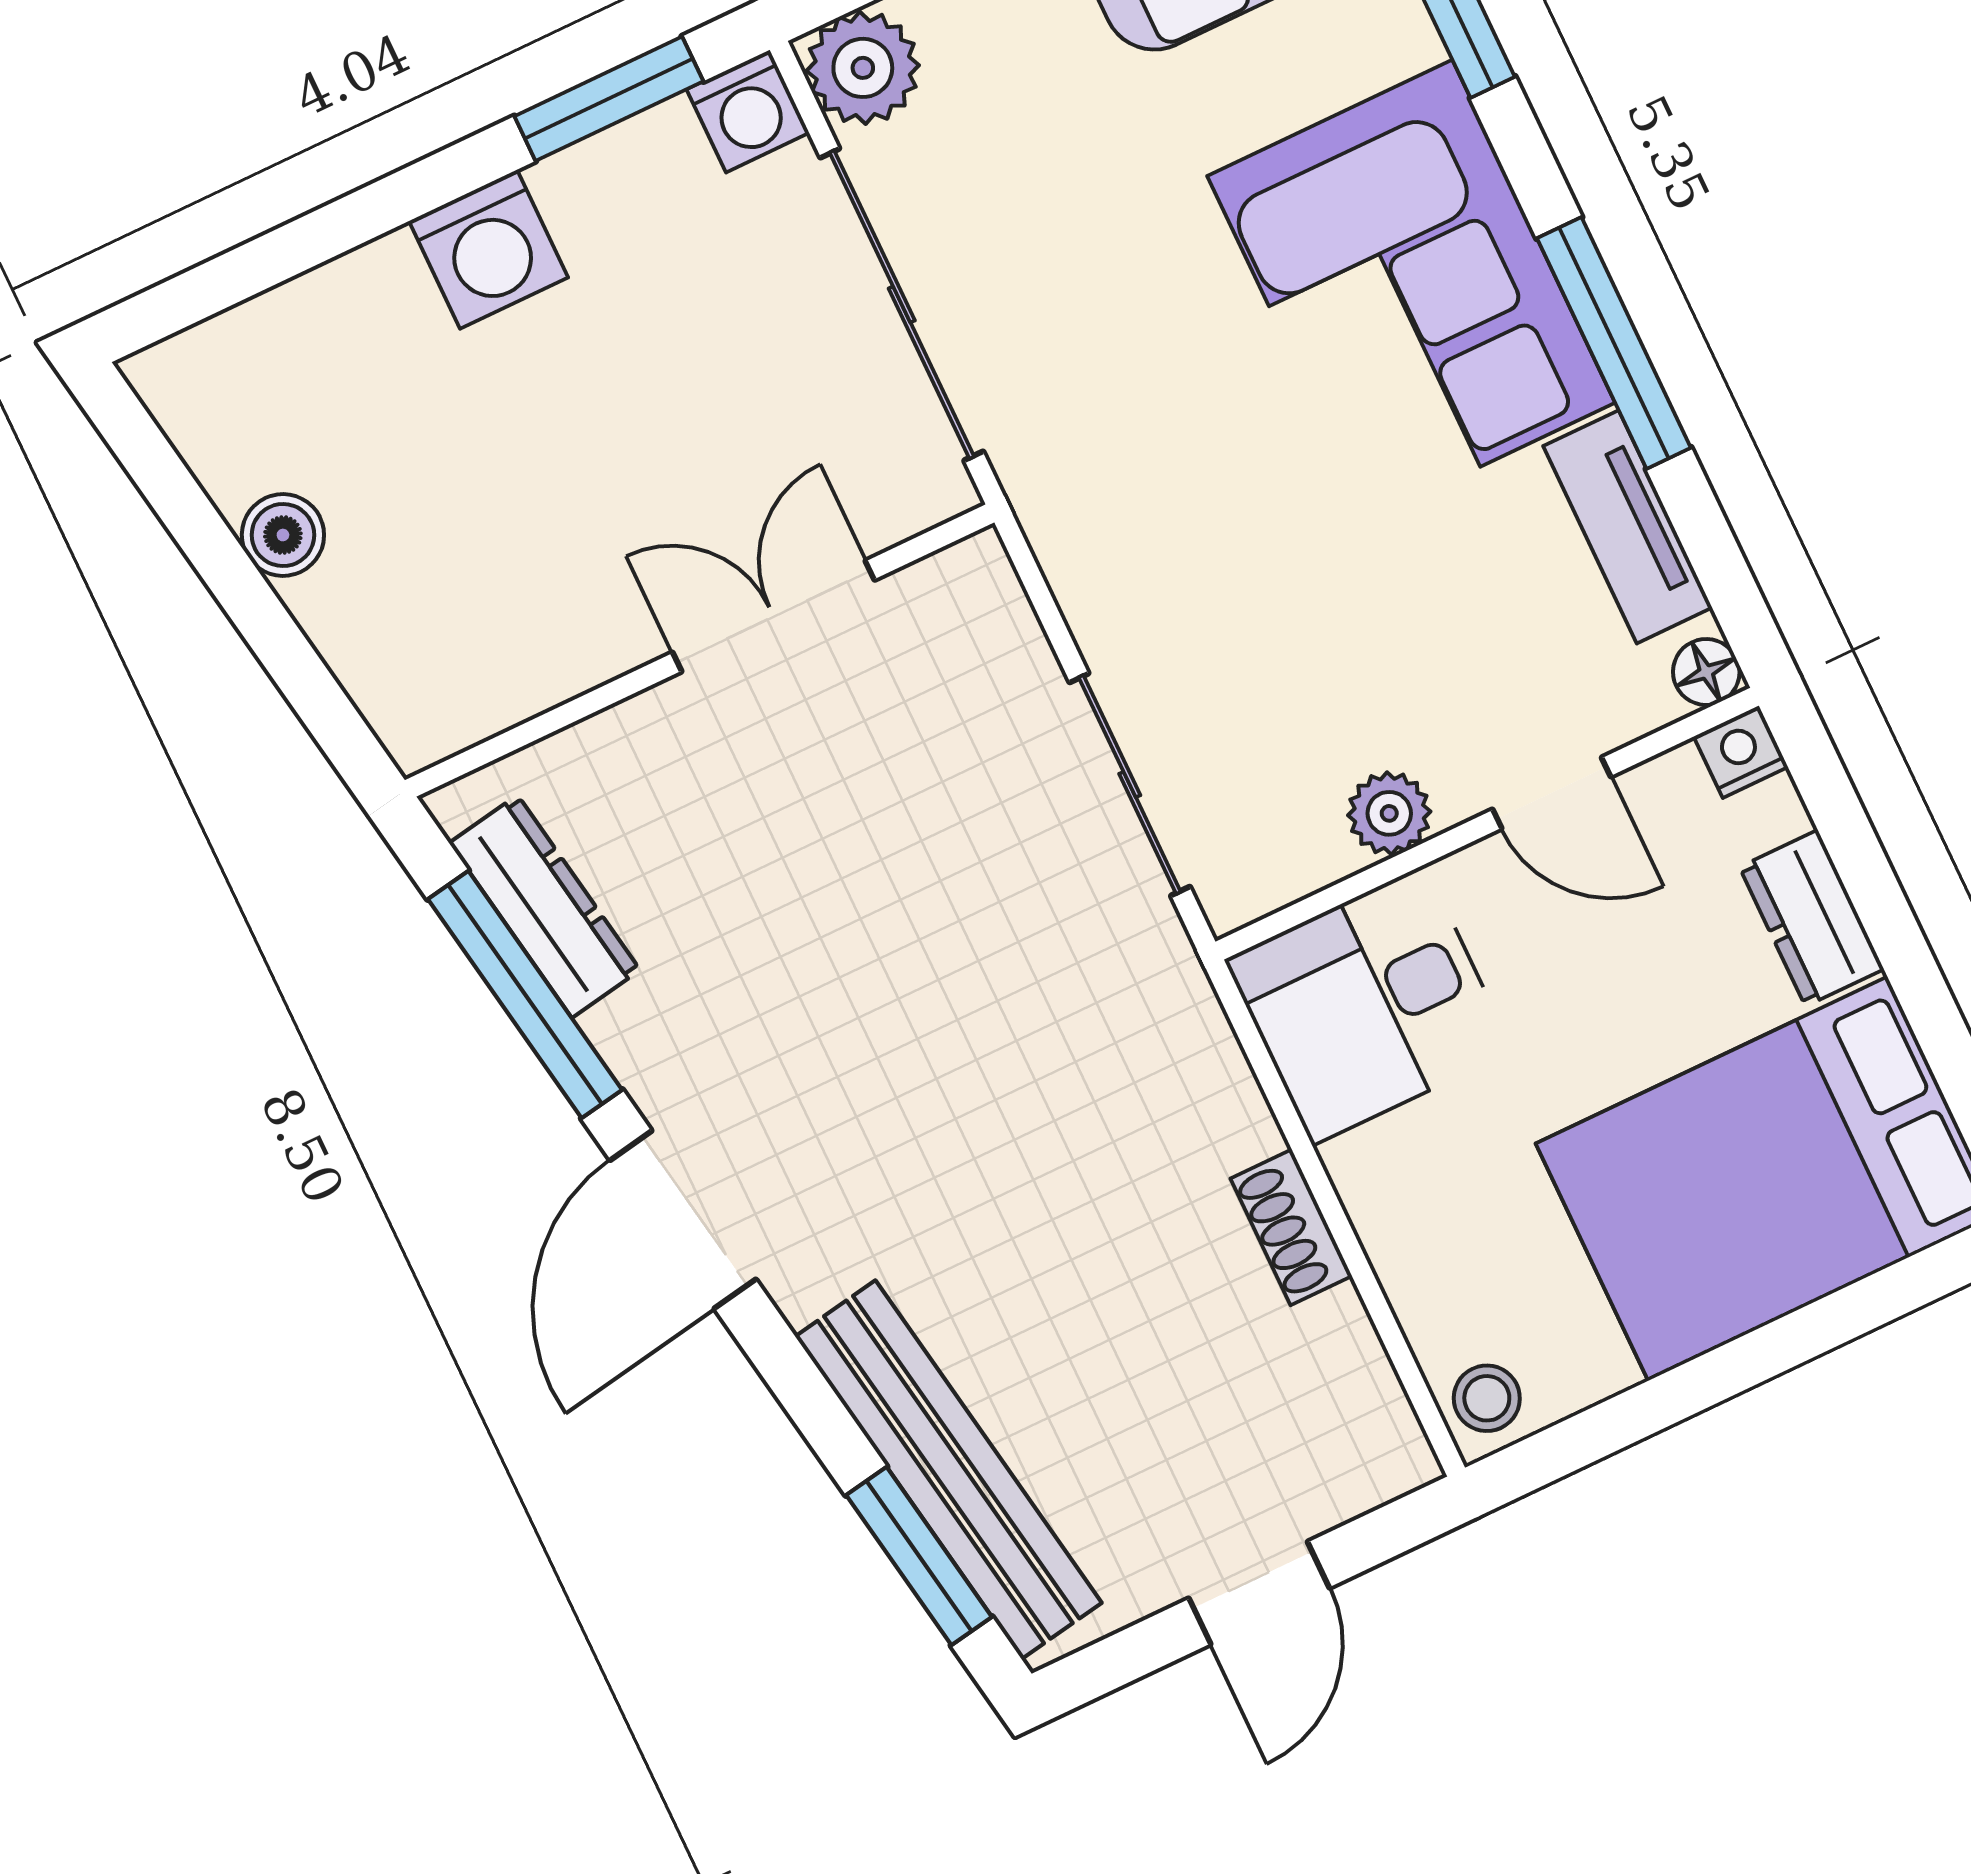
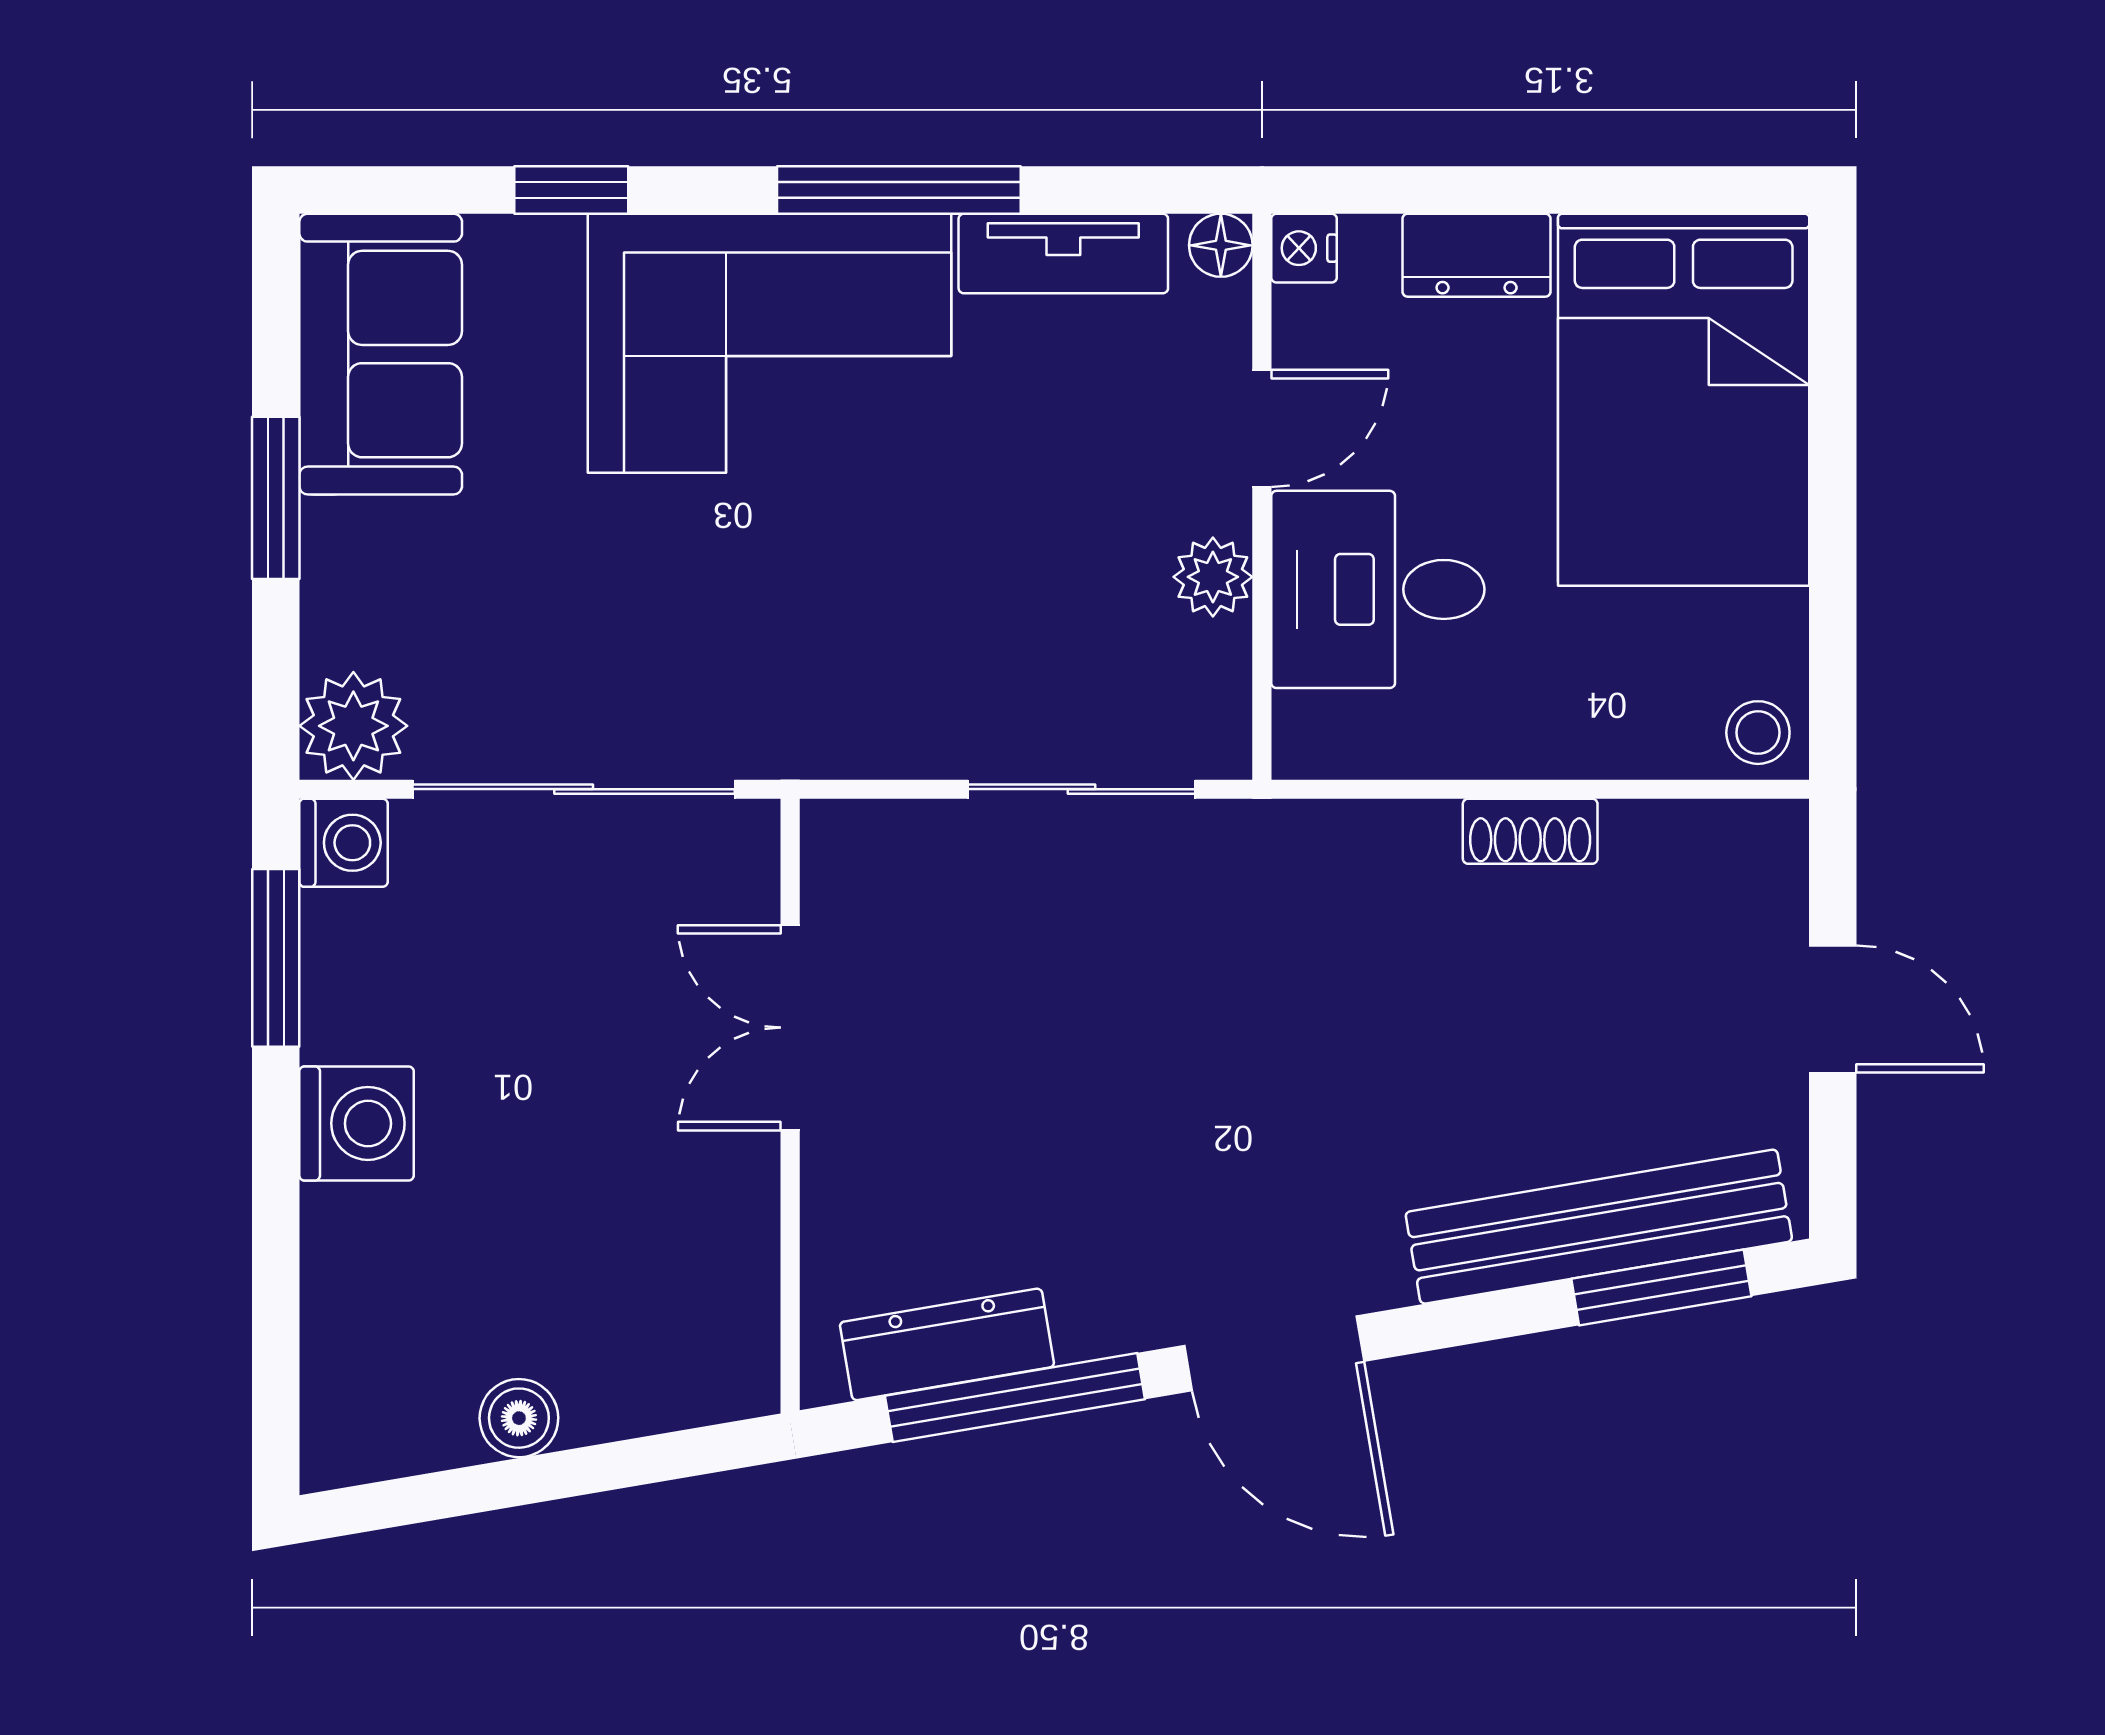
desk: (1369, 1005) -> (1378, 589), moved, turned 90

